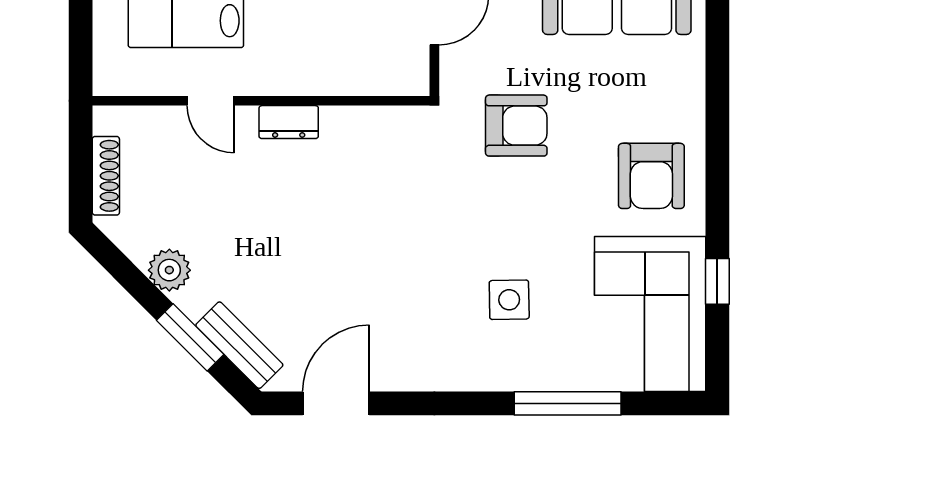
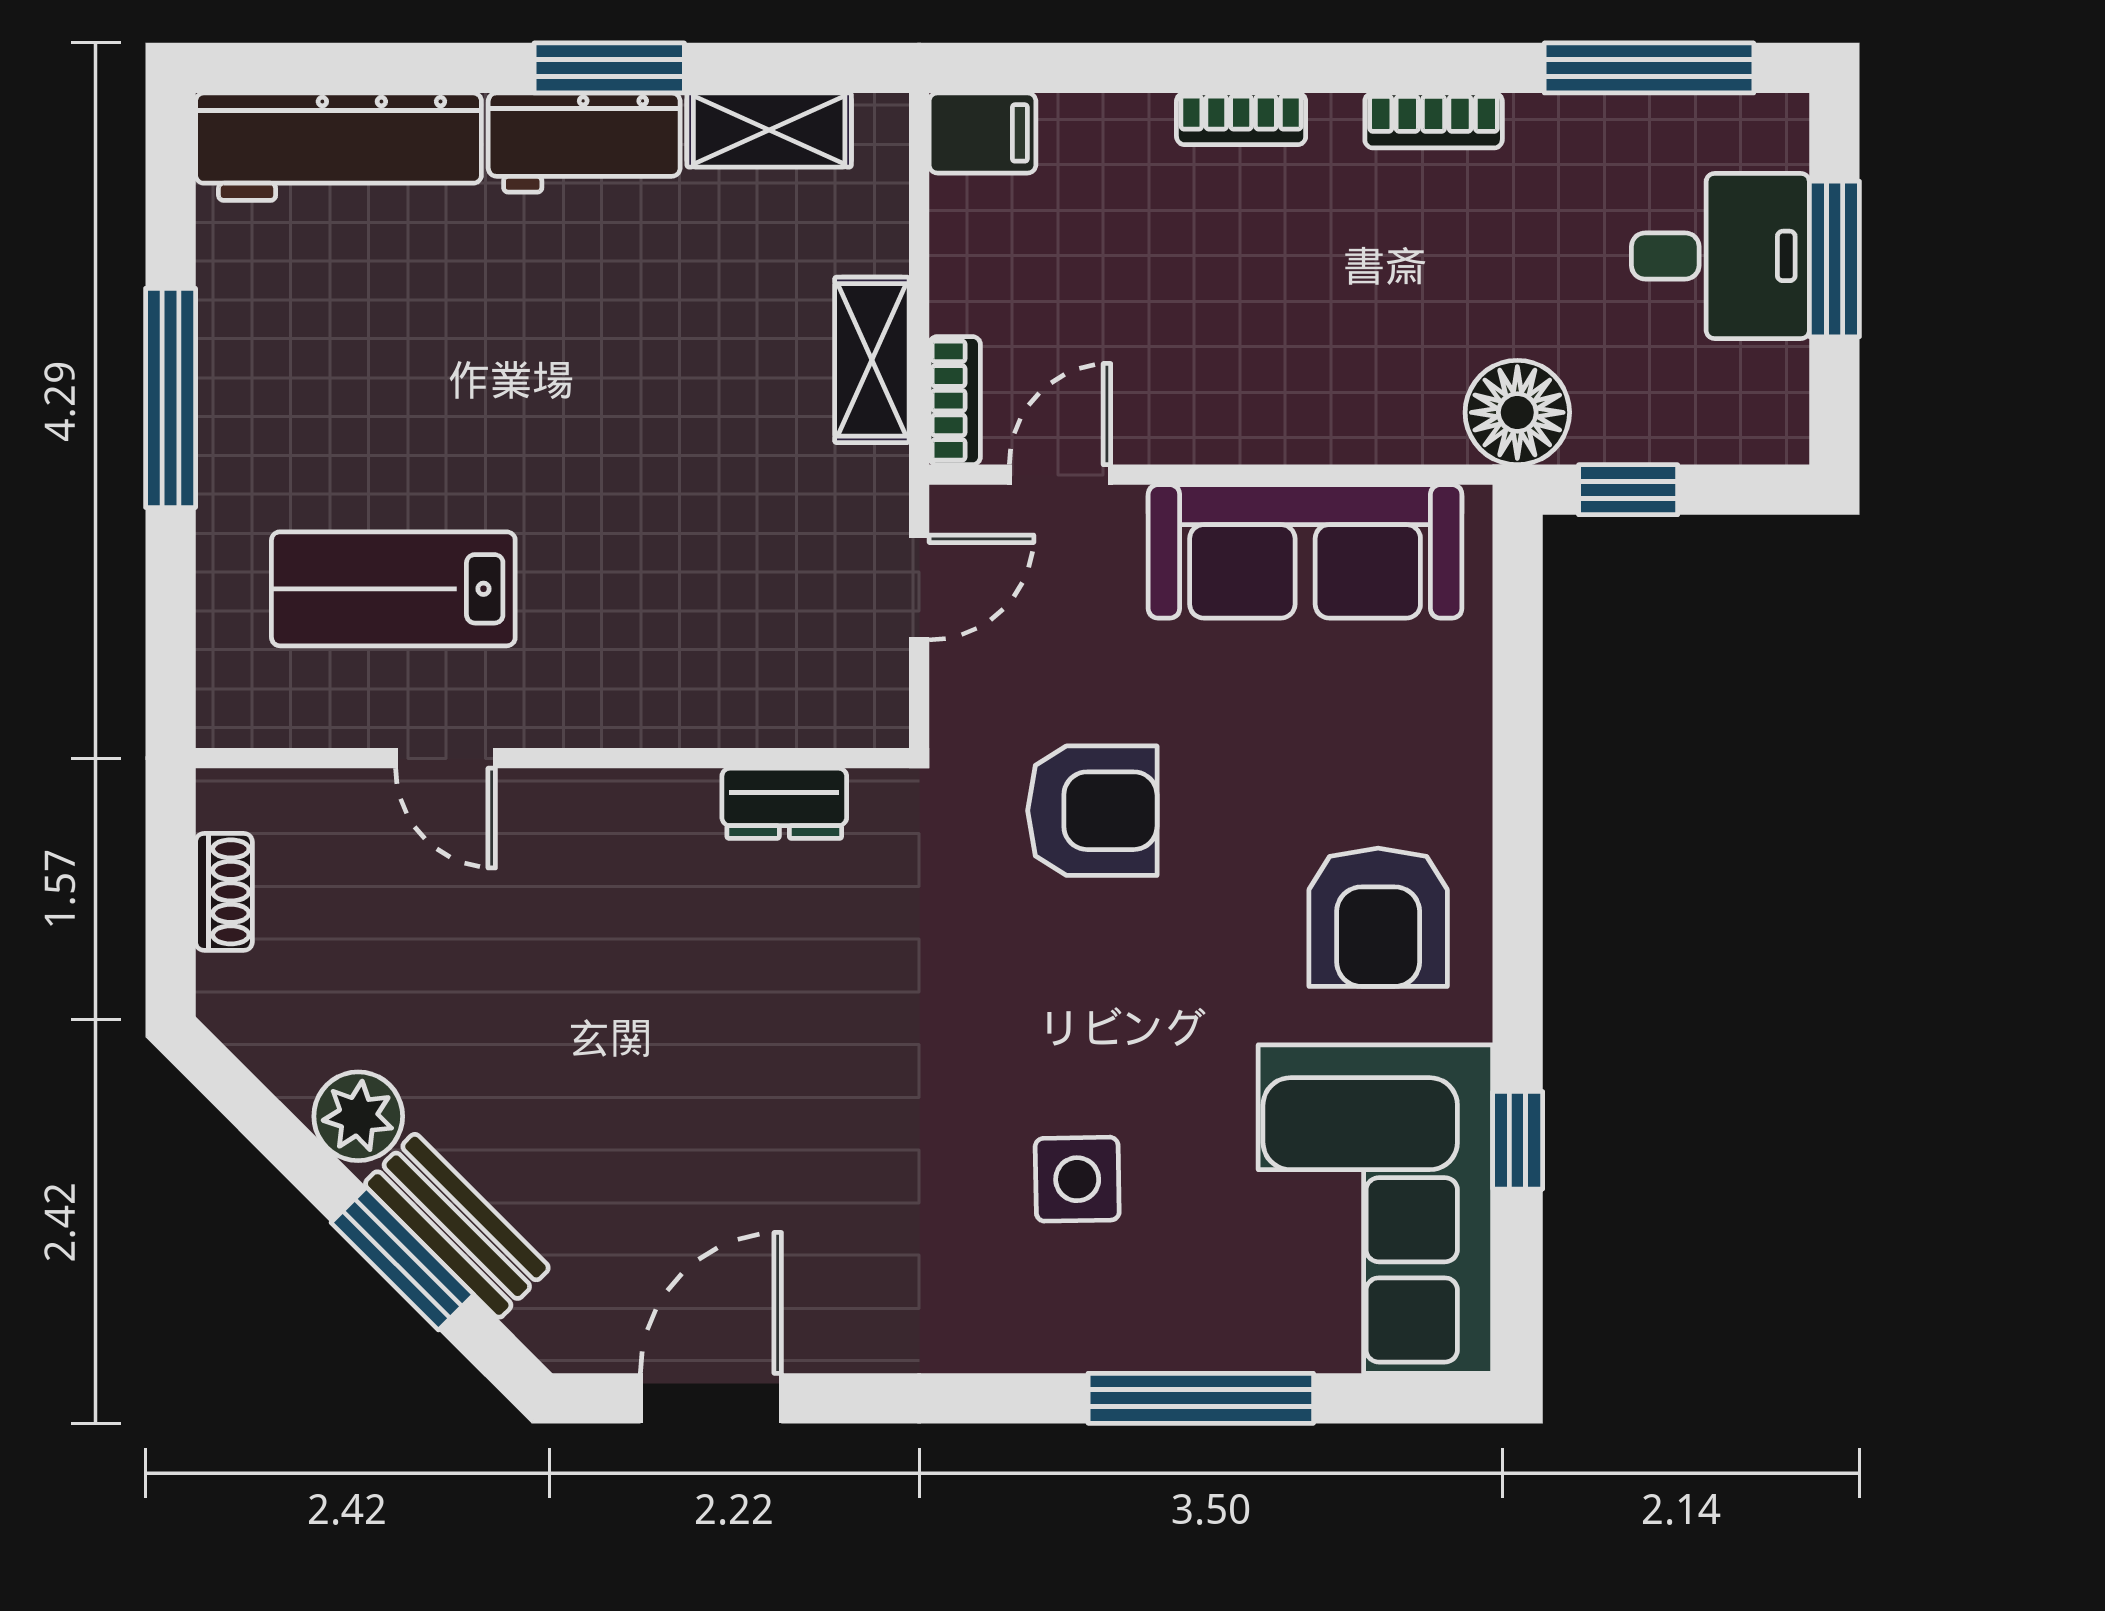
dresser: (289, 122) -> (784, 803), moved
shoe rack: (106, 176) -> (224, 892), width x0.70
bench: (239, 345) -> (457, 1226), moved

